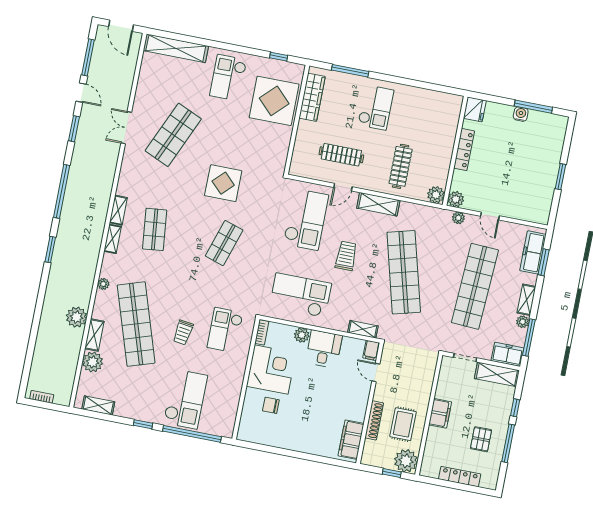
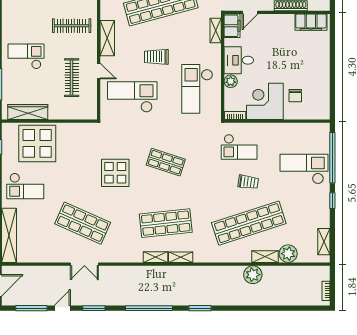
shop shelf: (155, 229) -> (166, 223), width x1.43, depth x1.36
plant: (103, 284) -> (220, 258), removed
filing cabinet: (371, 350) -> (232, 26), width x2.00

